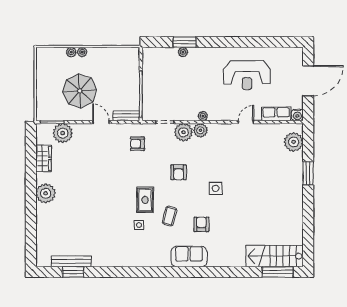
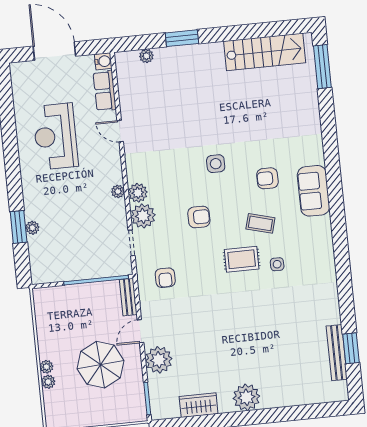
reception desk: (247, 75) -> (55, 136), turned 180
plant: (63, 133) -> (159, 360), moved
plant: (294, 142) -> (146, 56), width x0.53, depth x0.53
stairs: (274, 256) -> (265, 52), moved, turned -90

